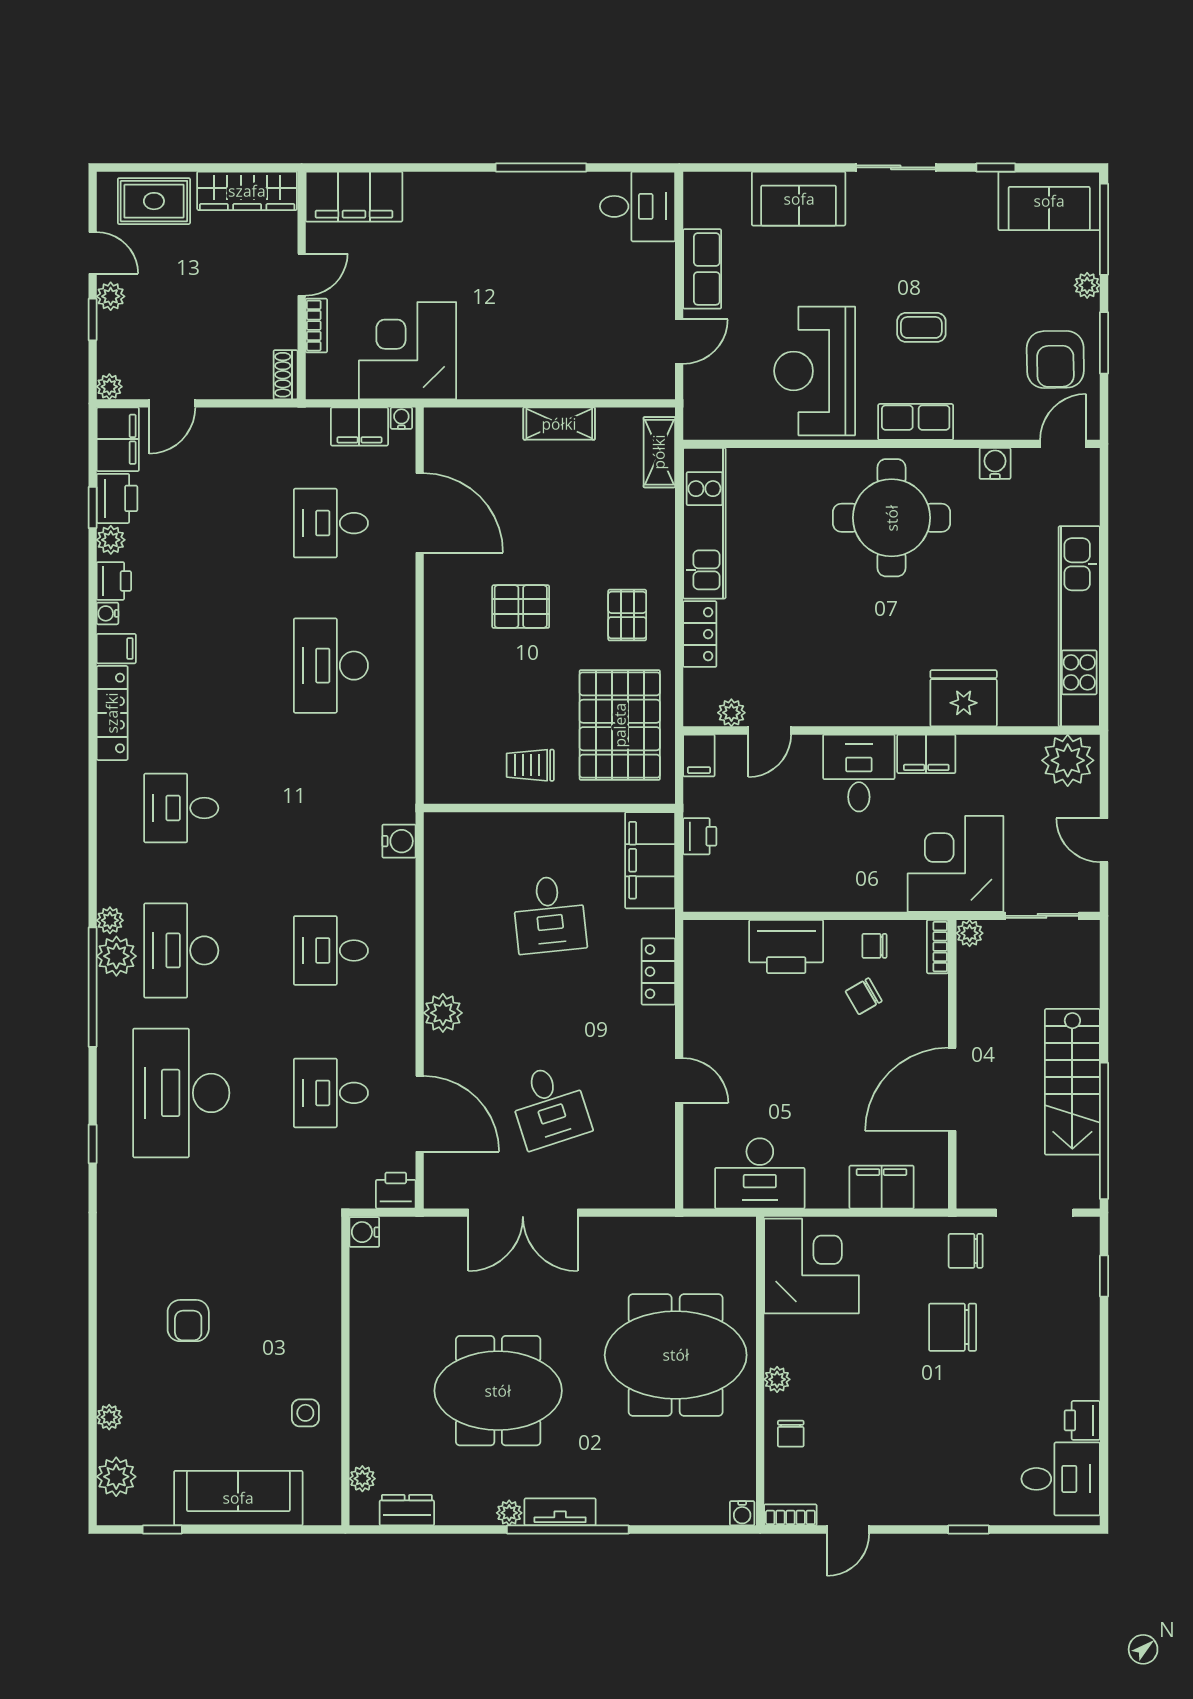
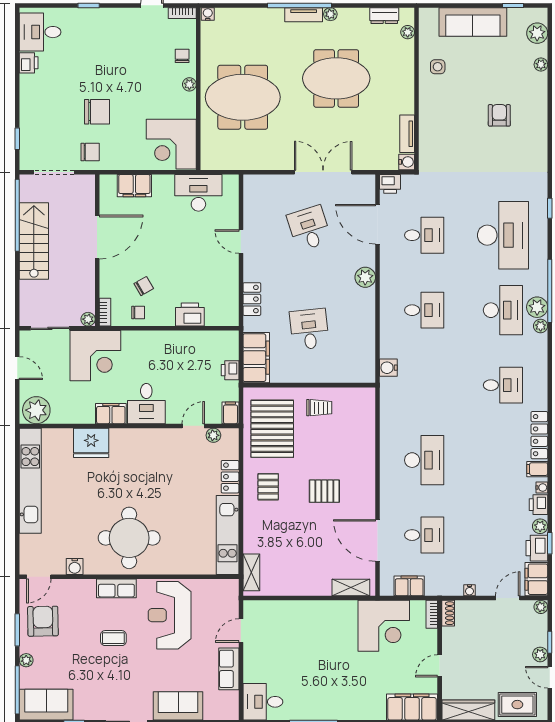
bookcase: (316, 326) -> (432, 614), moved
reception desk: (815, 371) -> (170, 615), turned 180
water cooler: (401, 418) -> (469, 590), moved
shelving: (559, 424) -> (351, 587), moved
printer: (786, 947) -> (190, 314), width x0.73, depth x0.84
tv unit: (363, 1286) -> (407, 134), added

